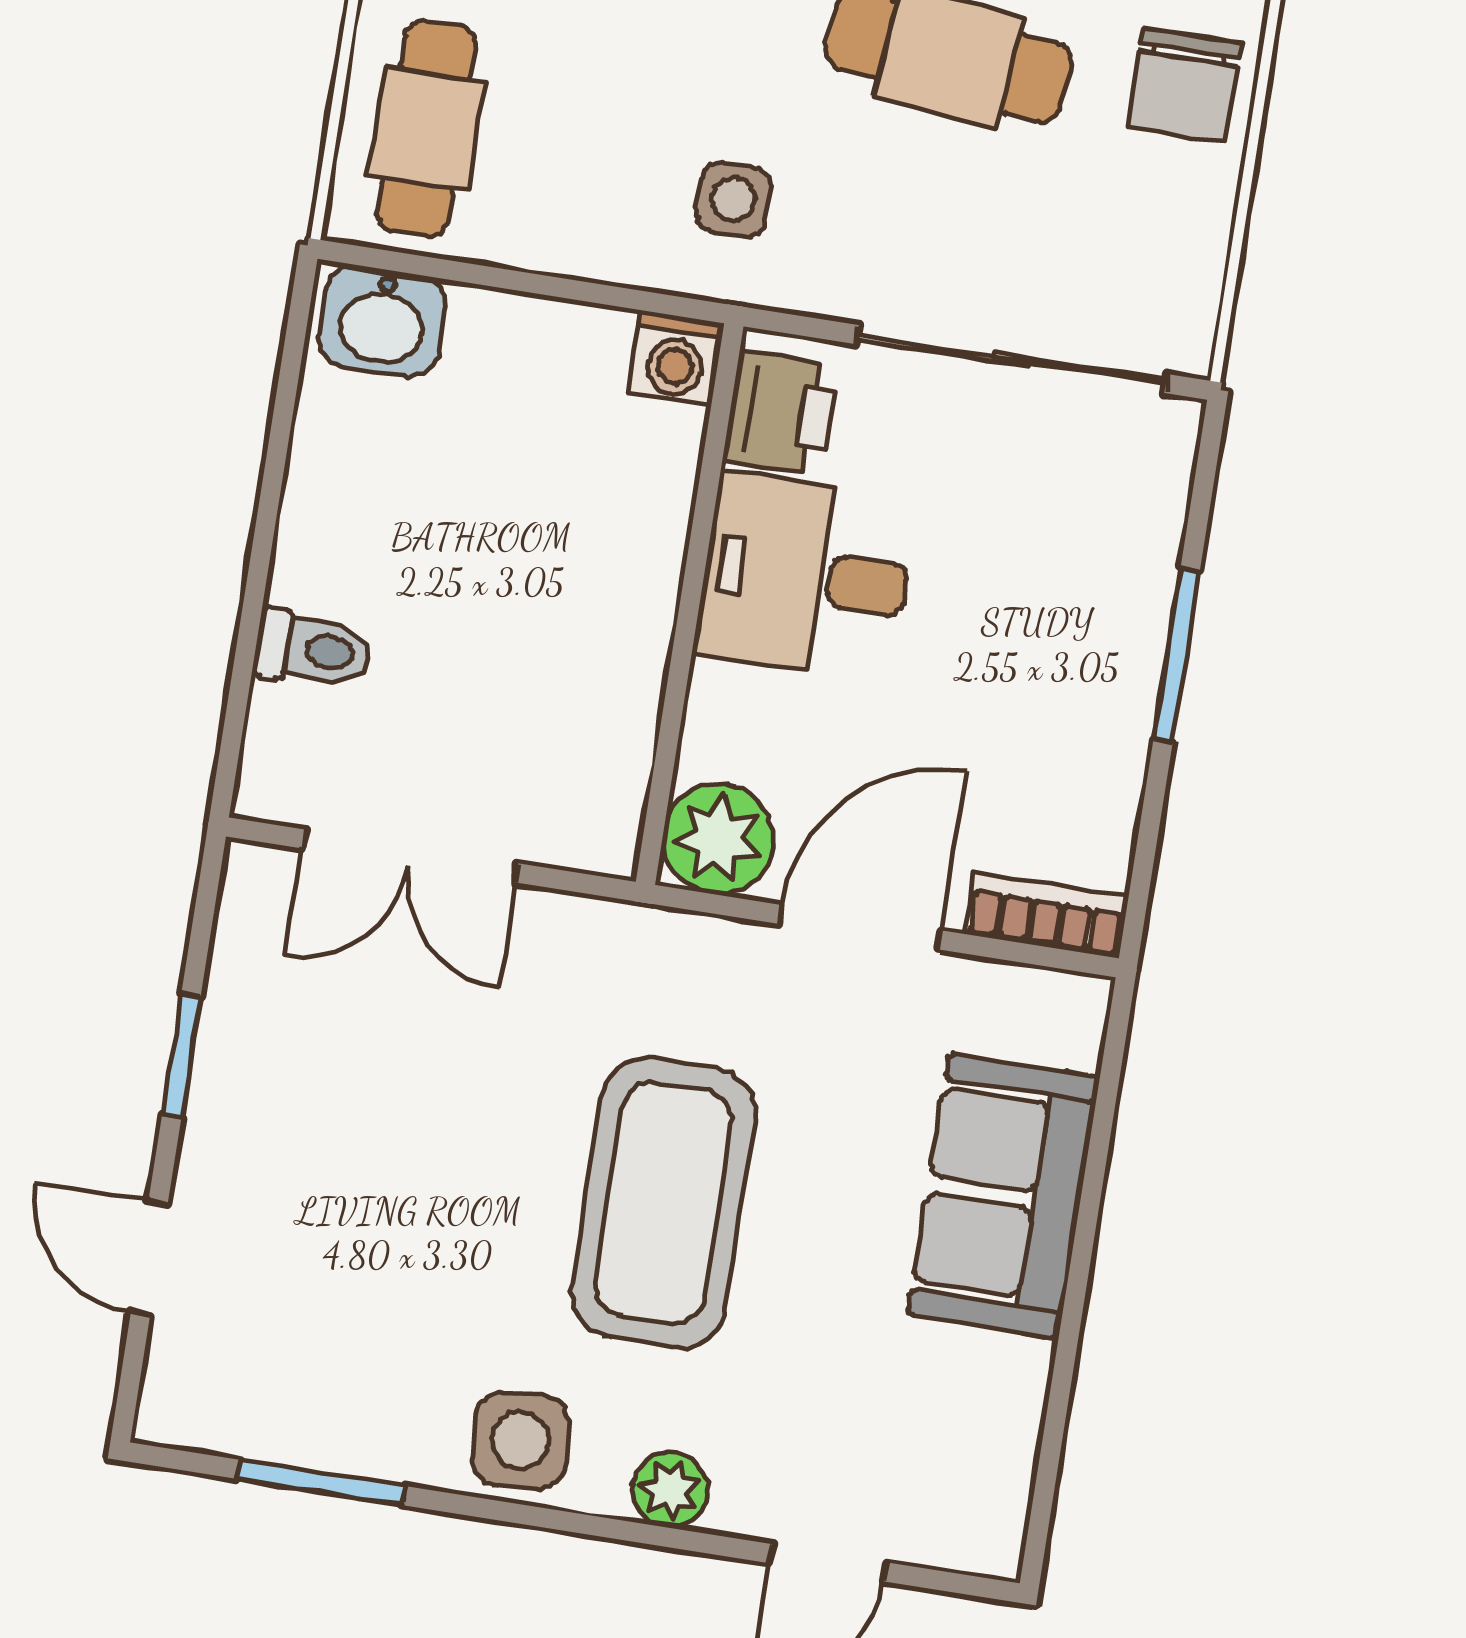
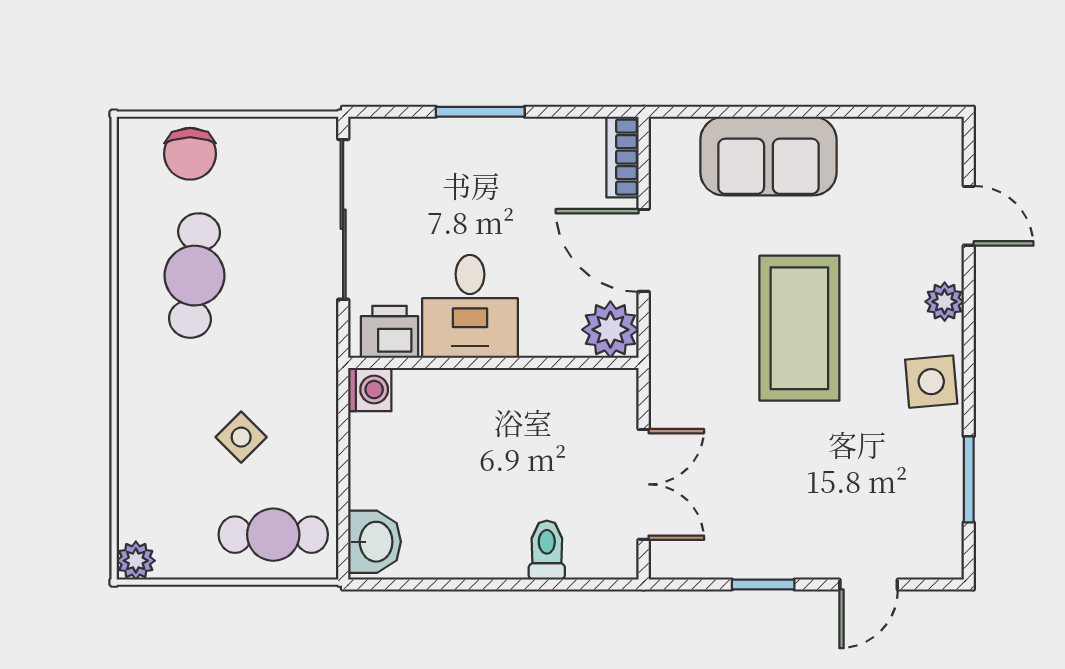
chair: (1184, 85) -> (190, 154), turned 90
side table: (733, 199) -> (241, 437), moved, turned 45
coffee table: (663, 1203) -> (799, 328), turned 90

